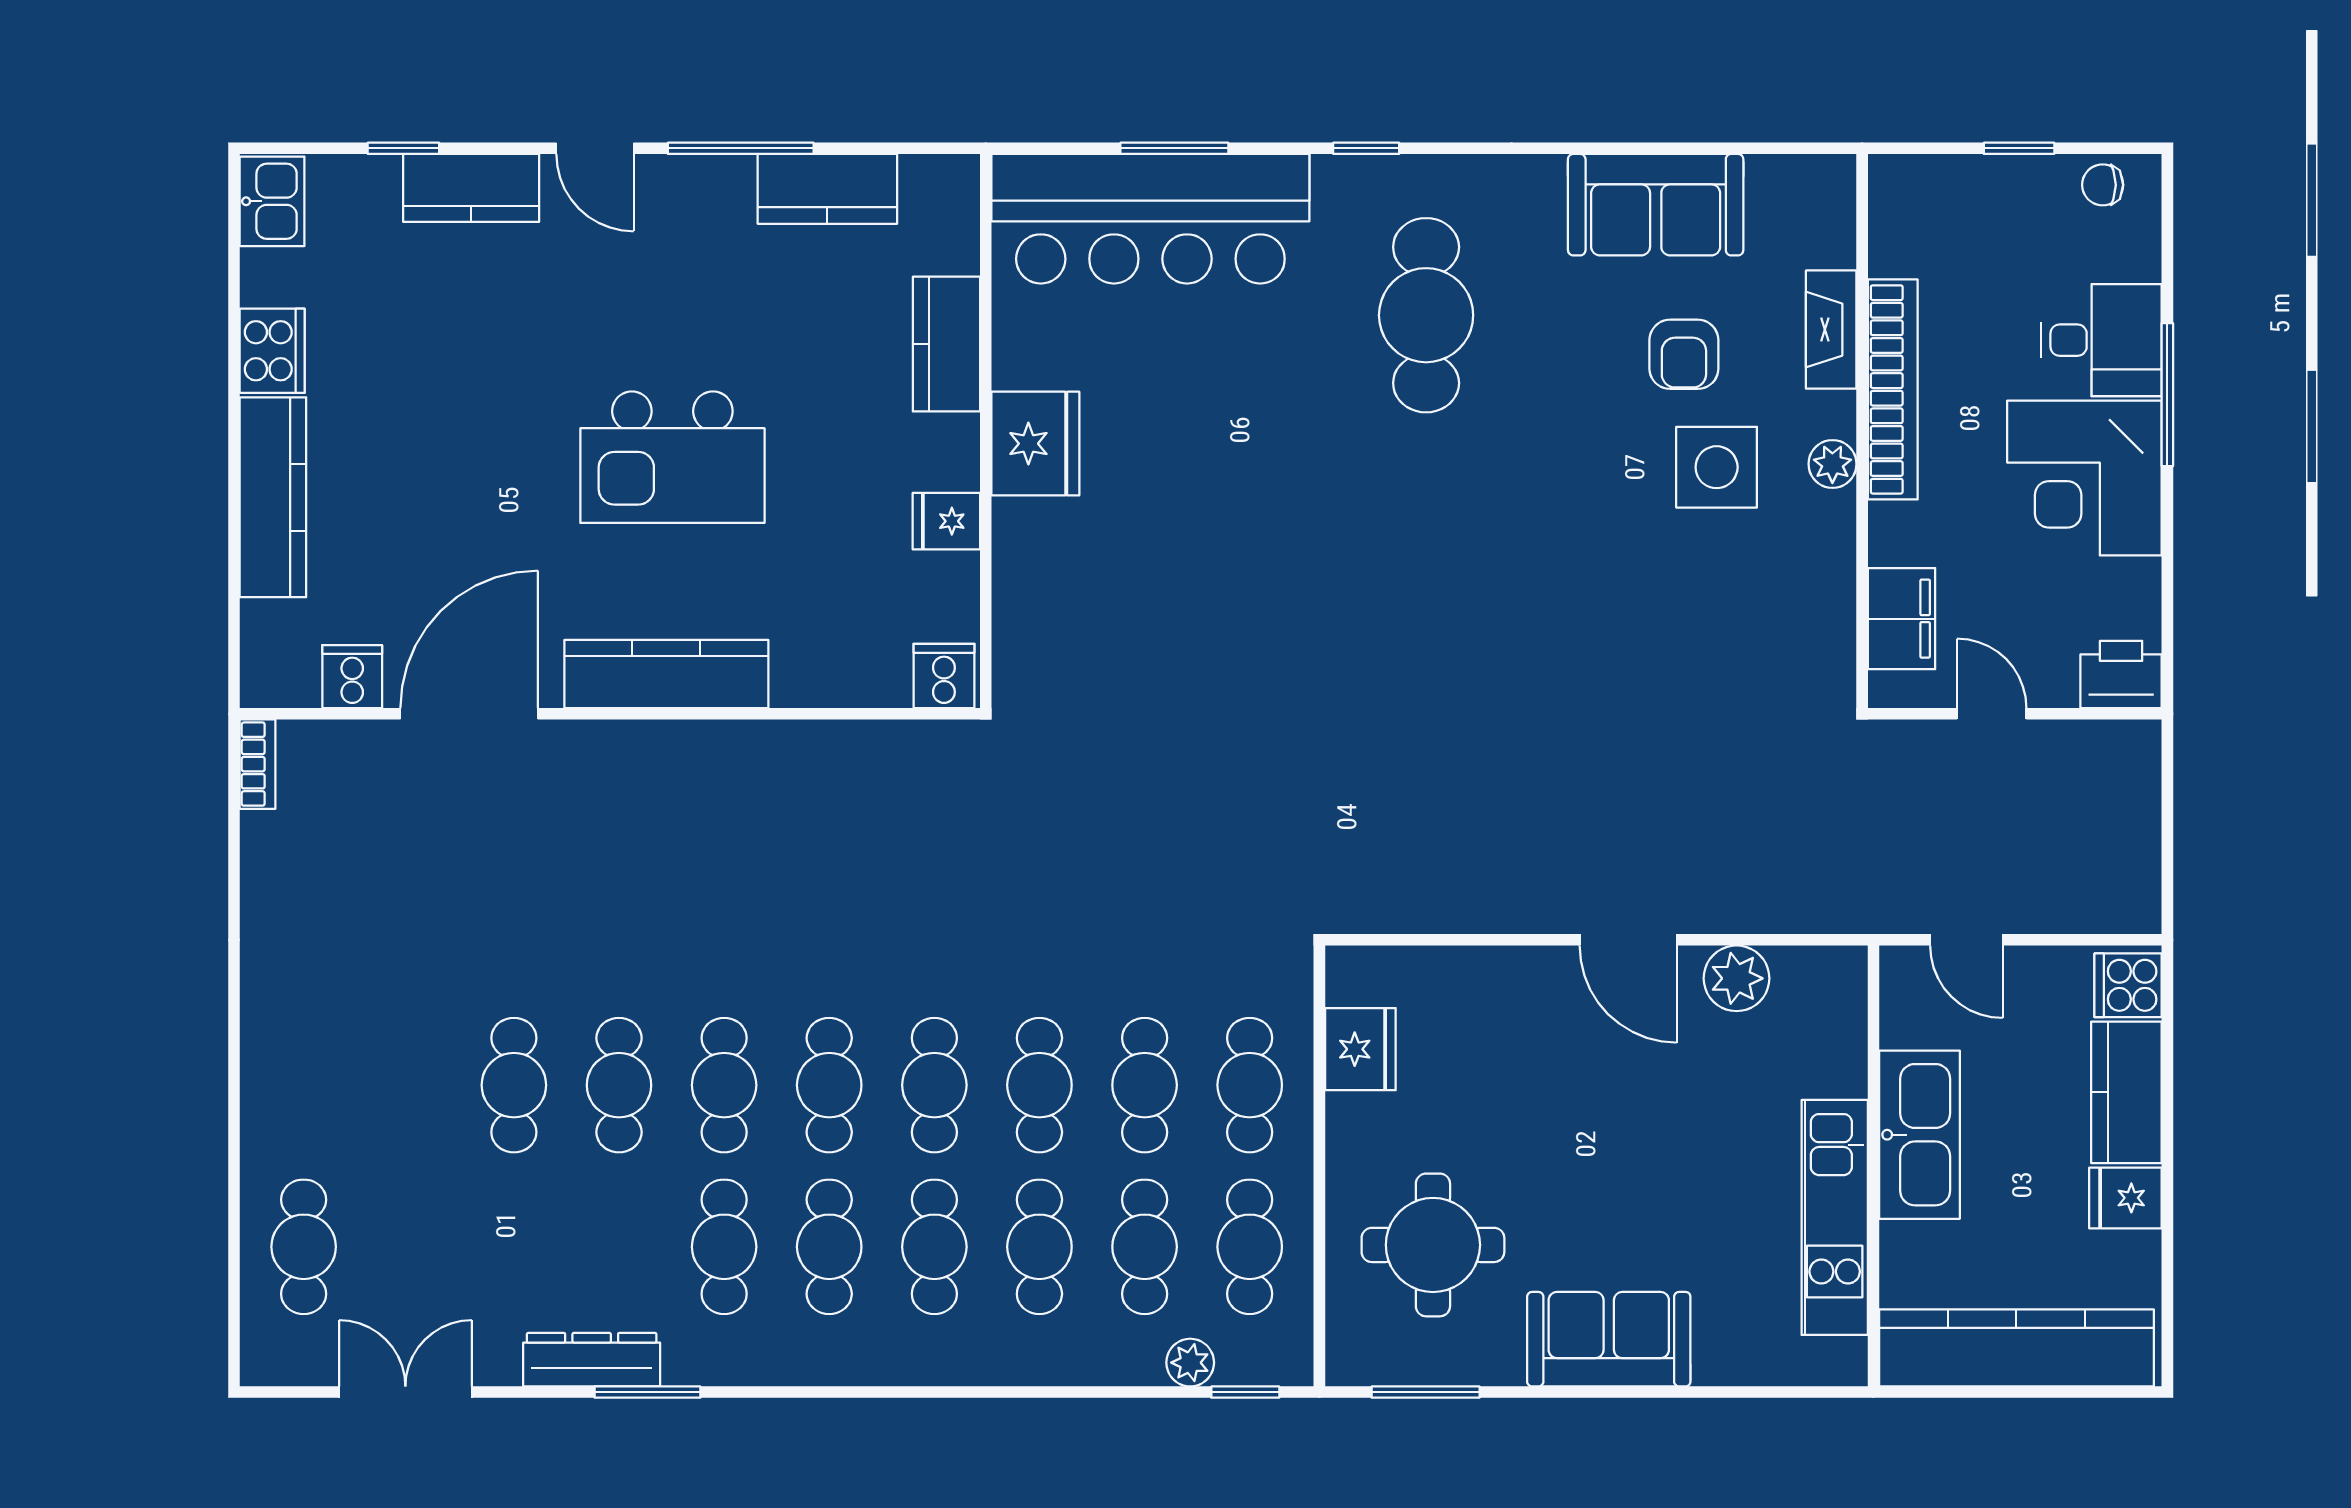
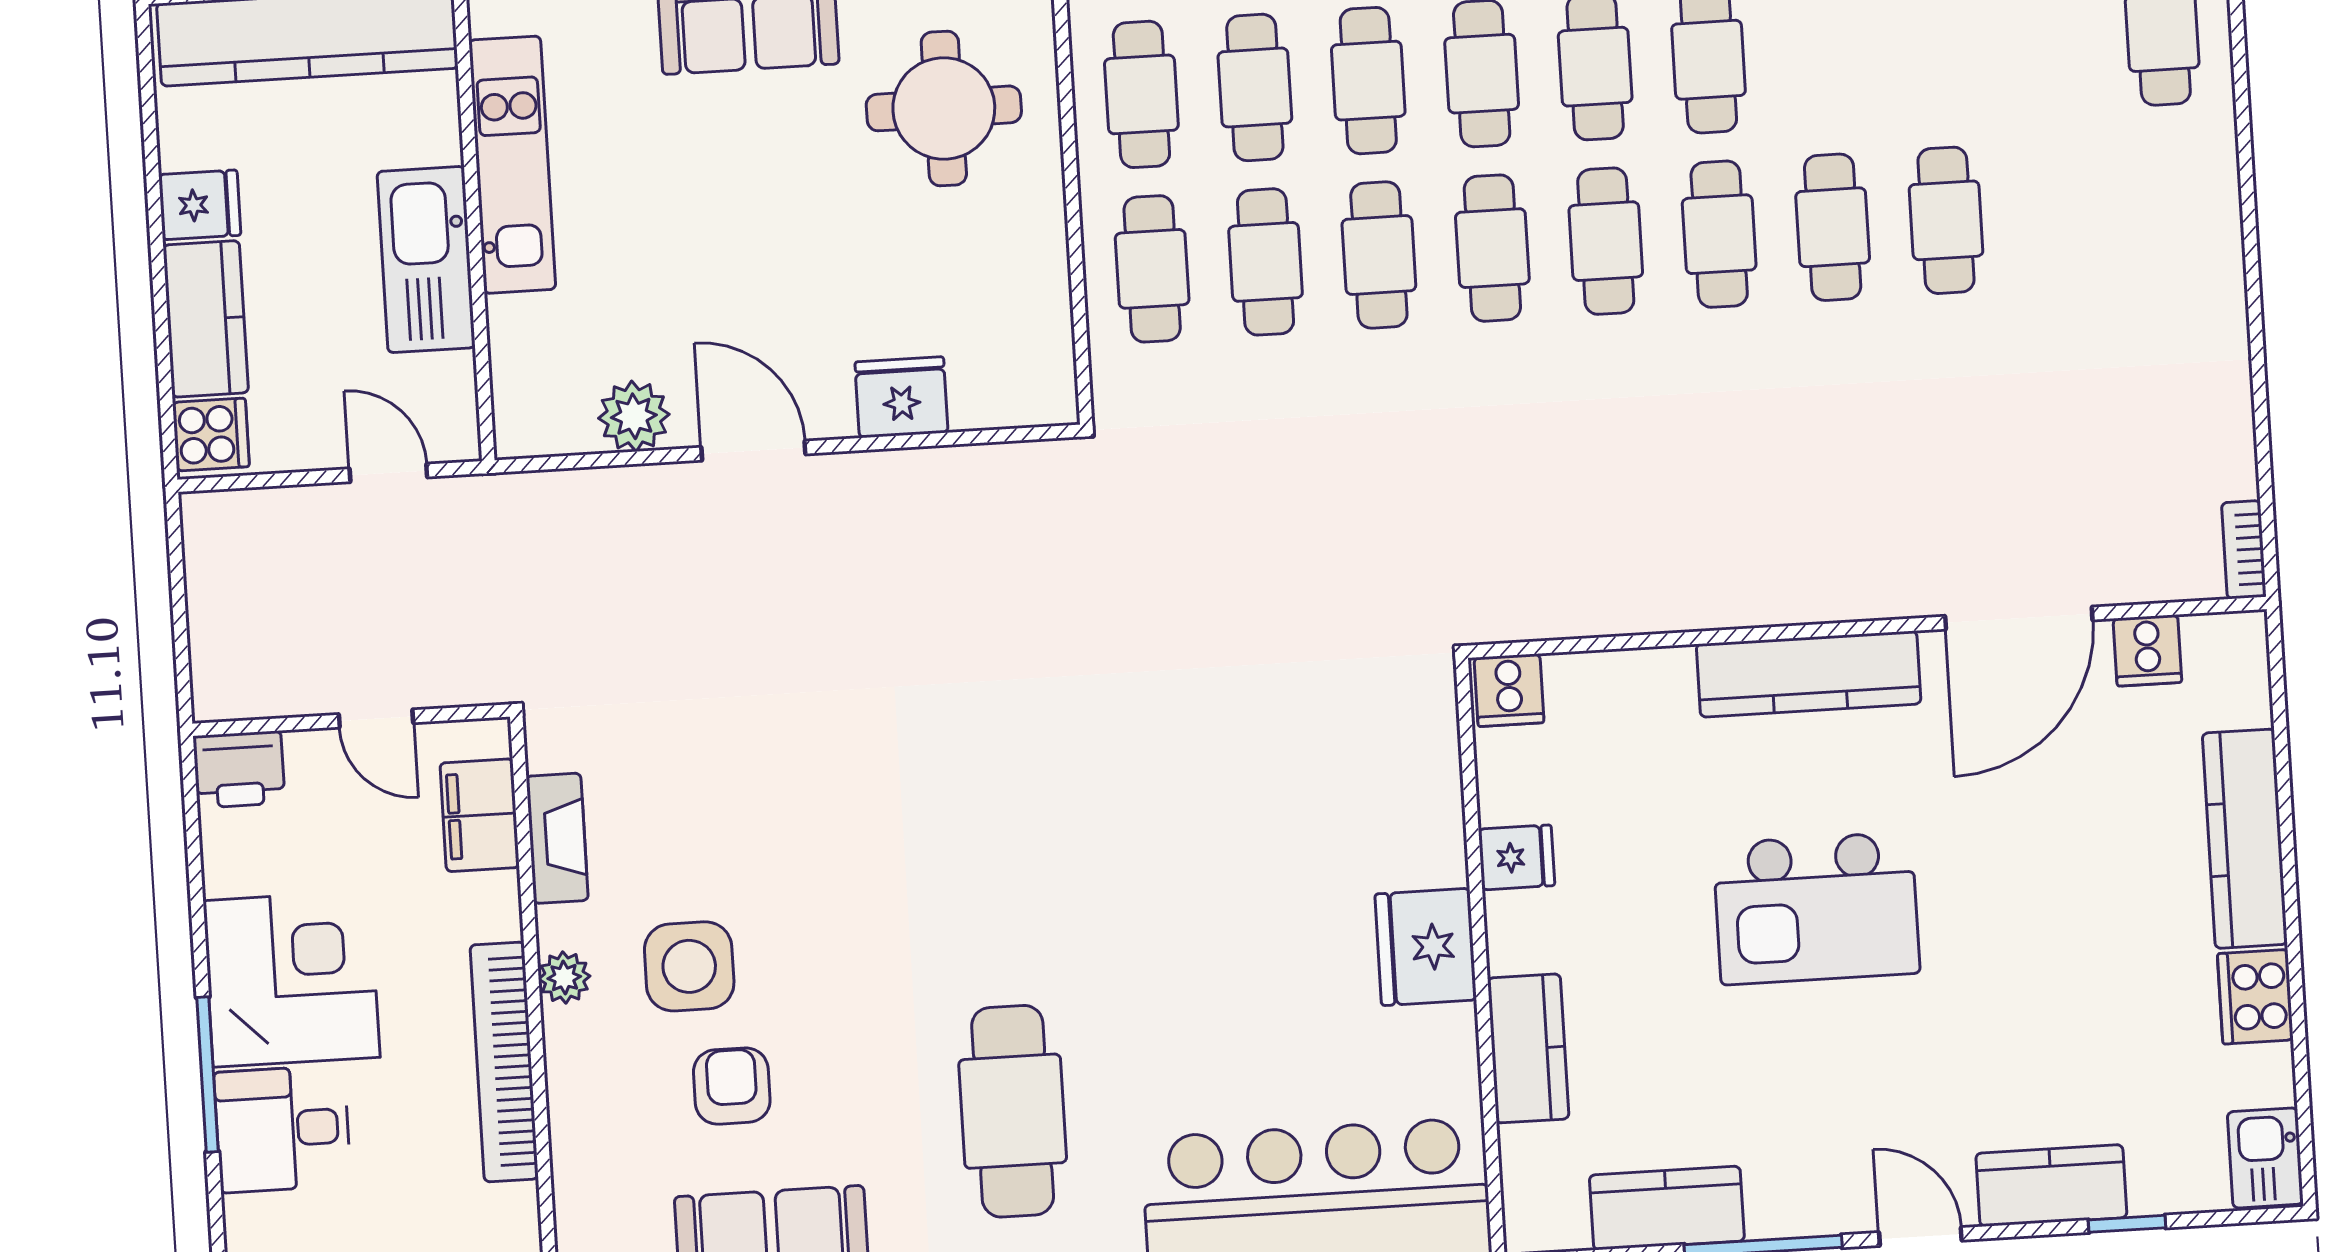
fireplace: (1831, 330) -> (557, 838), moved
kitchen island: (672, 457) -> (1816, 908), turned 180
fridge: (1360, 1049) -> (901, 397), moved, turned 90

